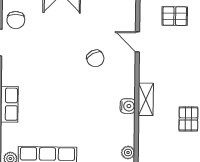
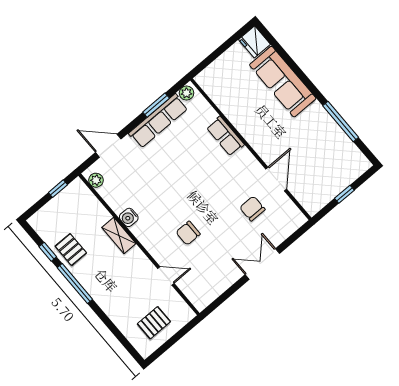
chair: (16, 20) -> (252, 209), moved
chair: (95, 58) -> (188, 233), turned -62

